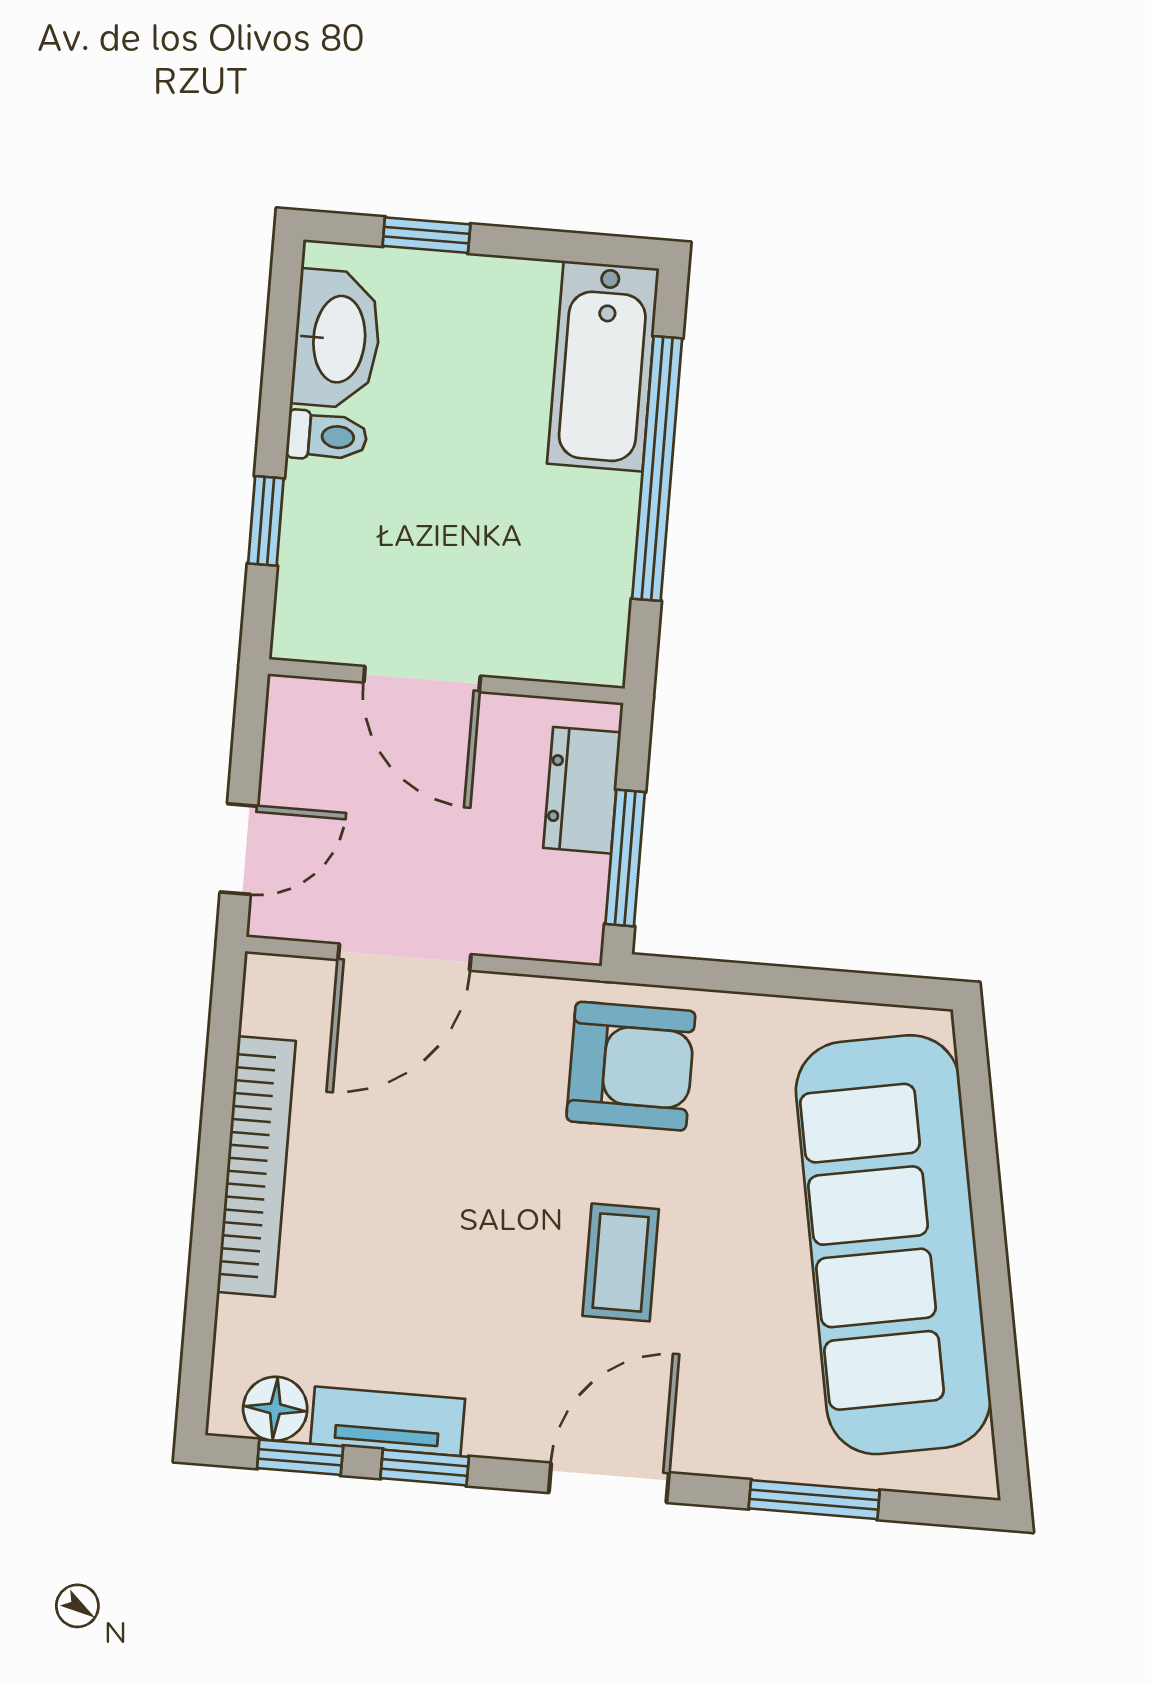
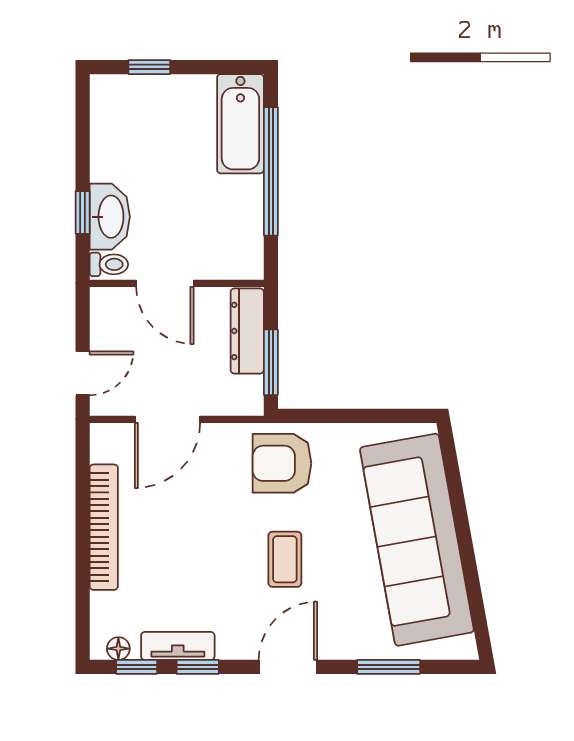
washbasin: (337, 339) -> (110, 217), moved
toilet: (327, 436) -> (109, 264), moved
dresser: (582, 790) -> (247, 331), width x1.44
armchair: (631, 1066) -> (282, 463), turned 180
floor lamp: (275, 1409) -> (118, 649), width x0.73, depth x0.73

